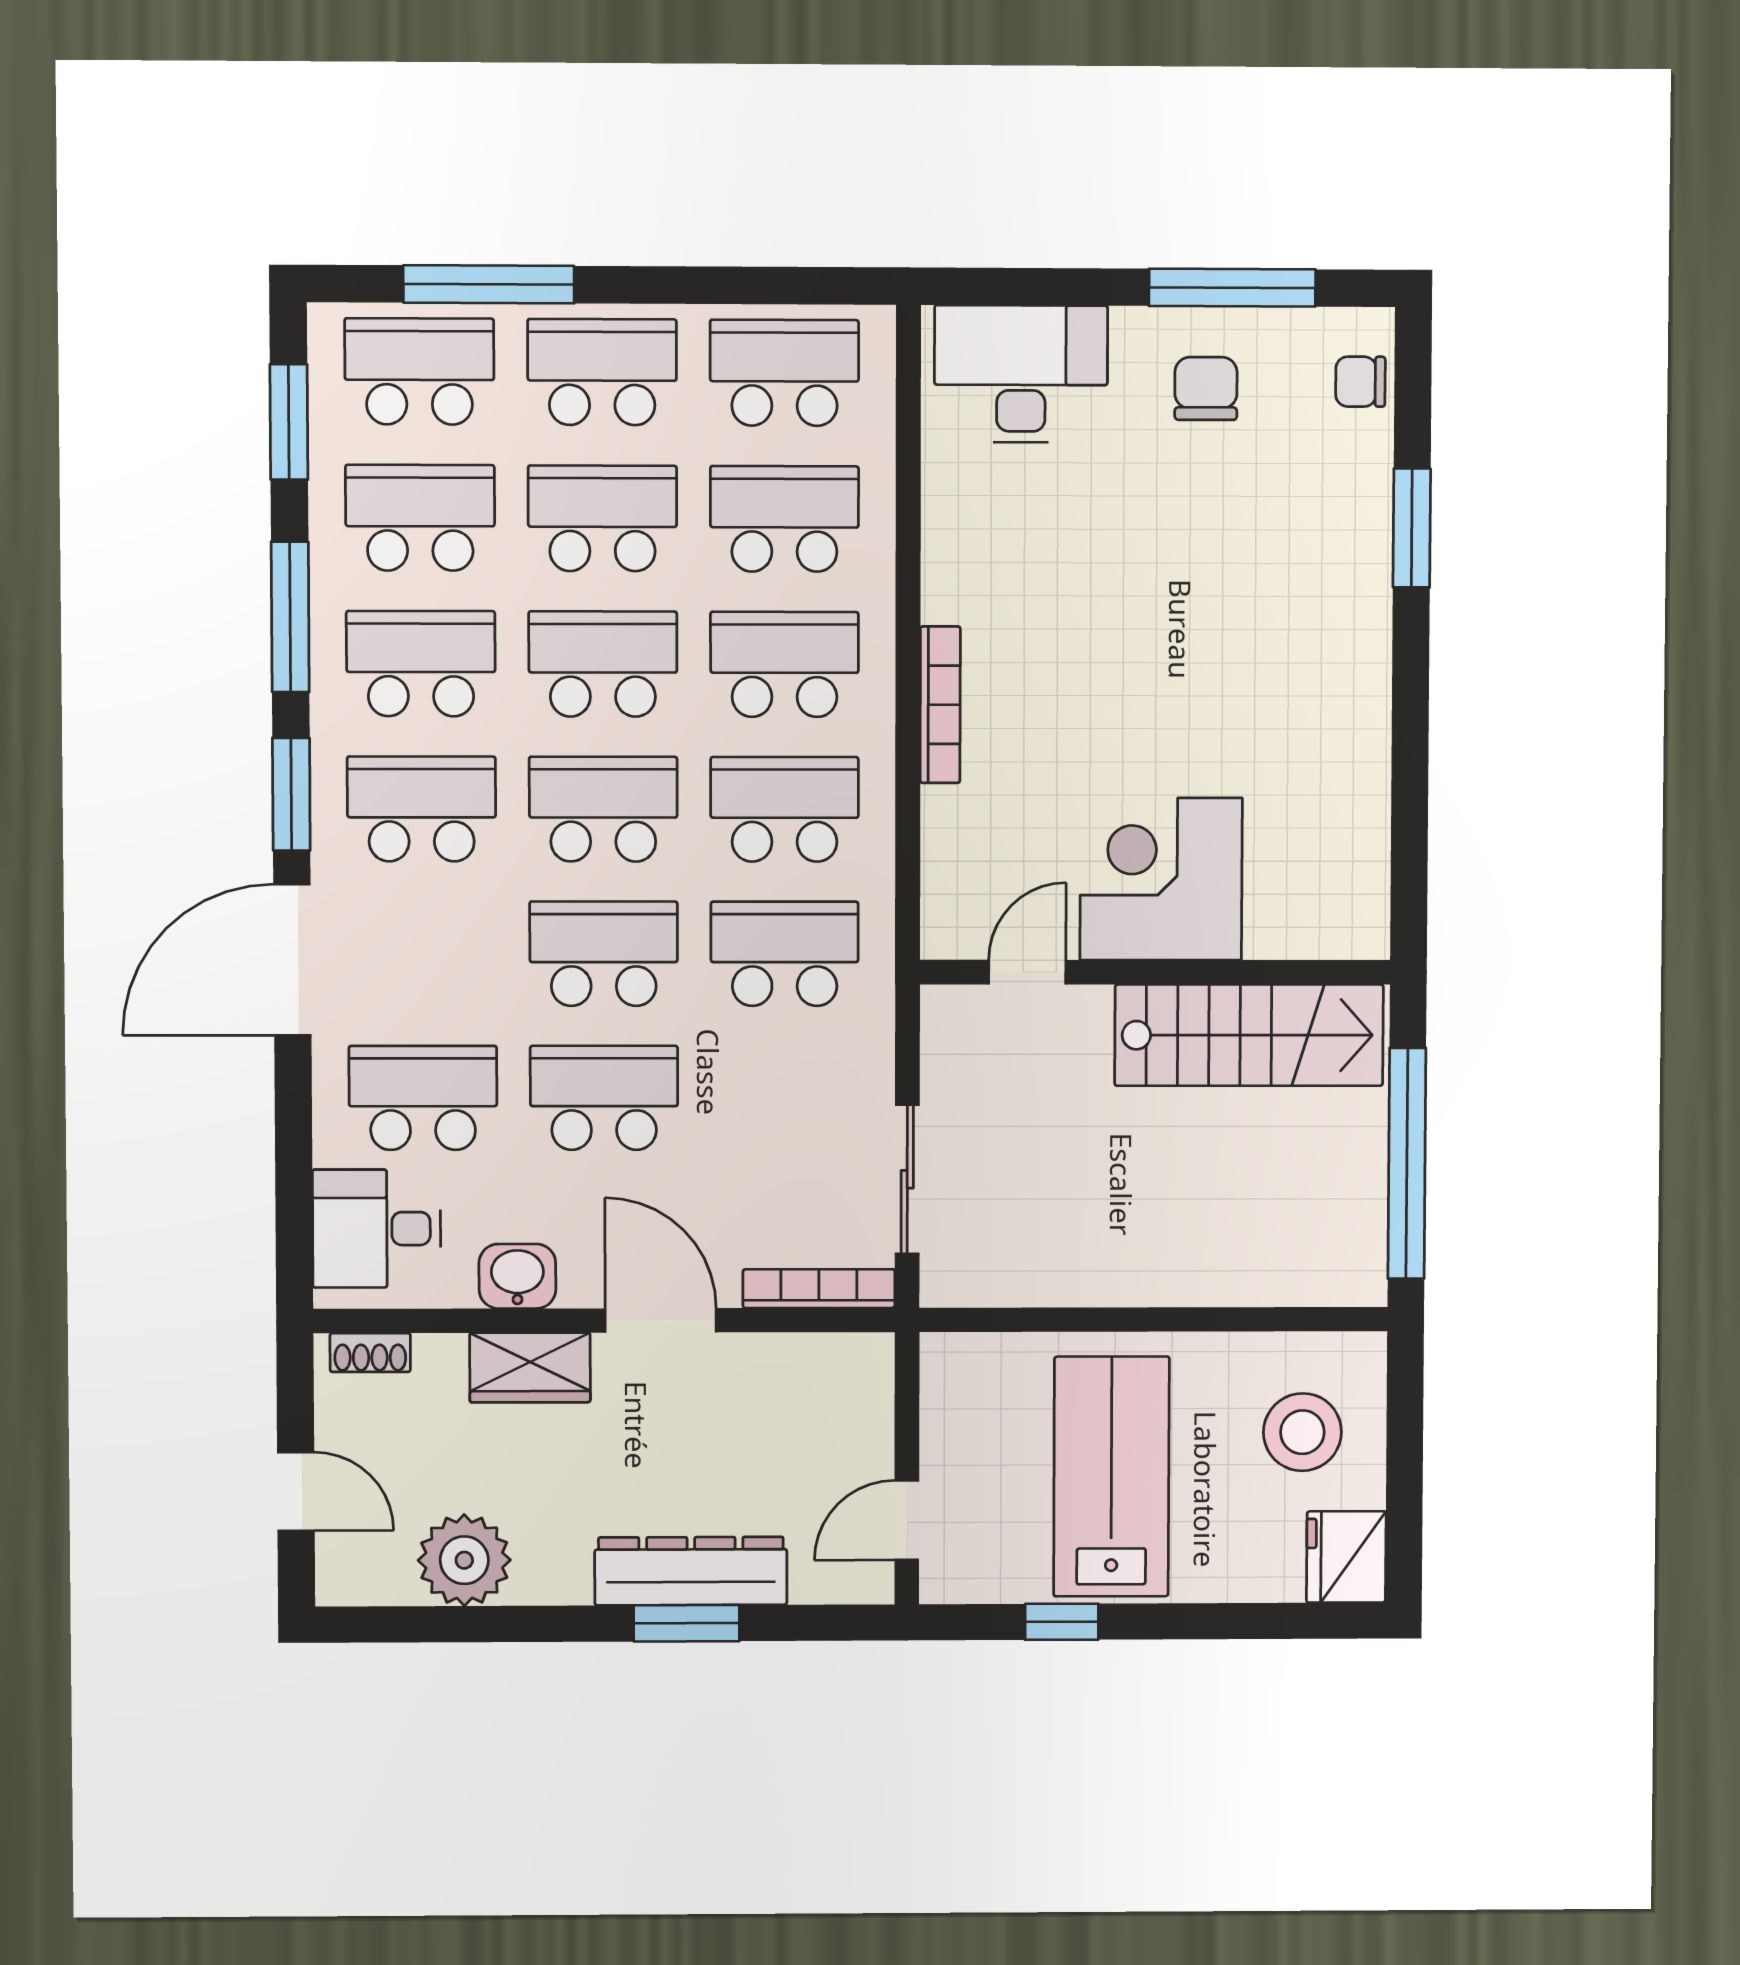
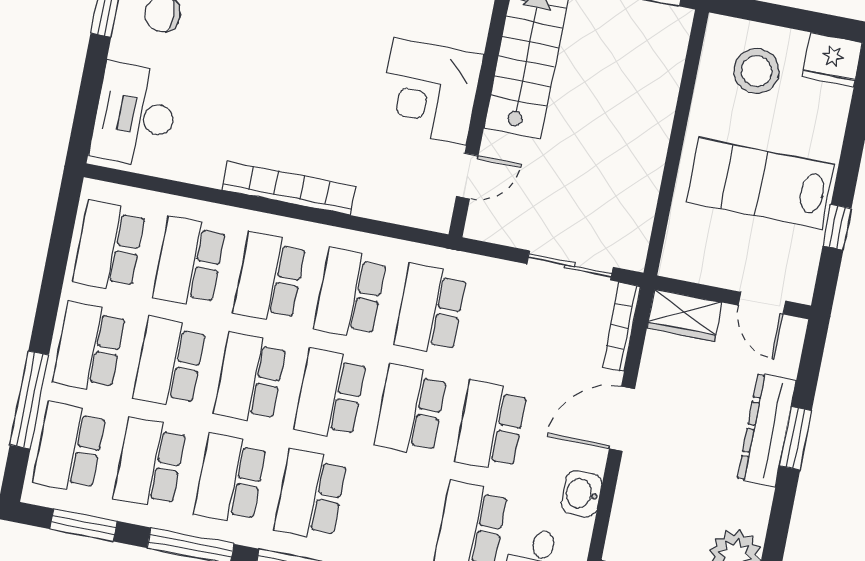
bookcase: (940, 705) -> (289, 188), width x1.48, depth x1.31
door: (1027, 972) -> (467, 176), swing flipped
wardrobe: (530, 1368) -> (684, 315), moved, turned 90

